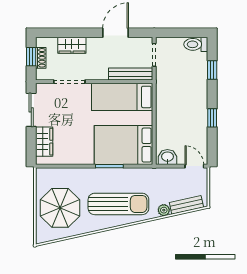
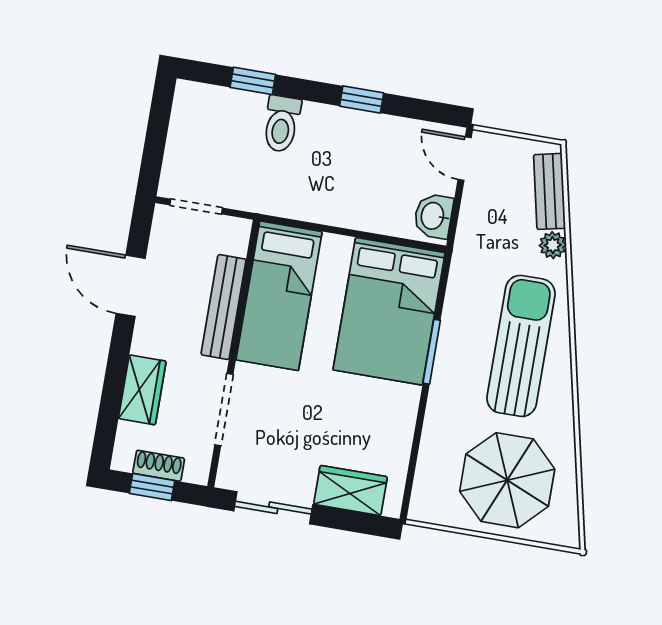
toilet: (196, 44) -> (282, 124), moved
bench: (131, 74) -> (224, 307), moved
door: (194, 166) -> (465, 159), hinge flipped

